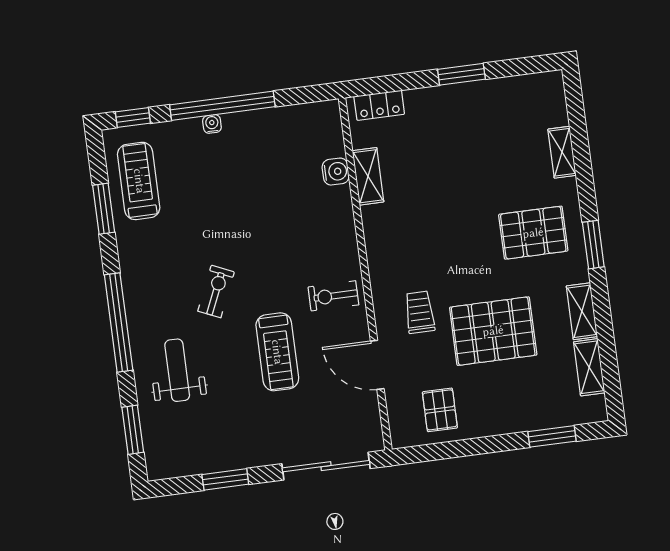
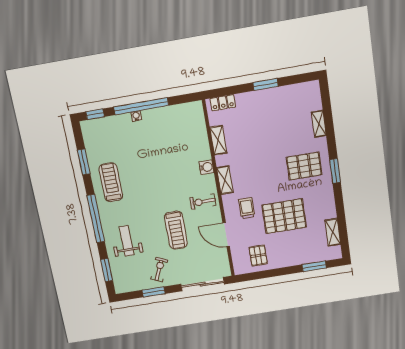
water cooler: (336, 172) -> (206, 167), moved
treadmill: (139, 181) -> (111, 182), moved
exercise bike: (216, 292) -> (159, 269), moved
shelving: (582, 311) -> (225, 180), moved

